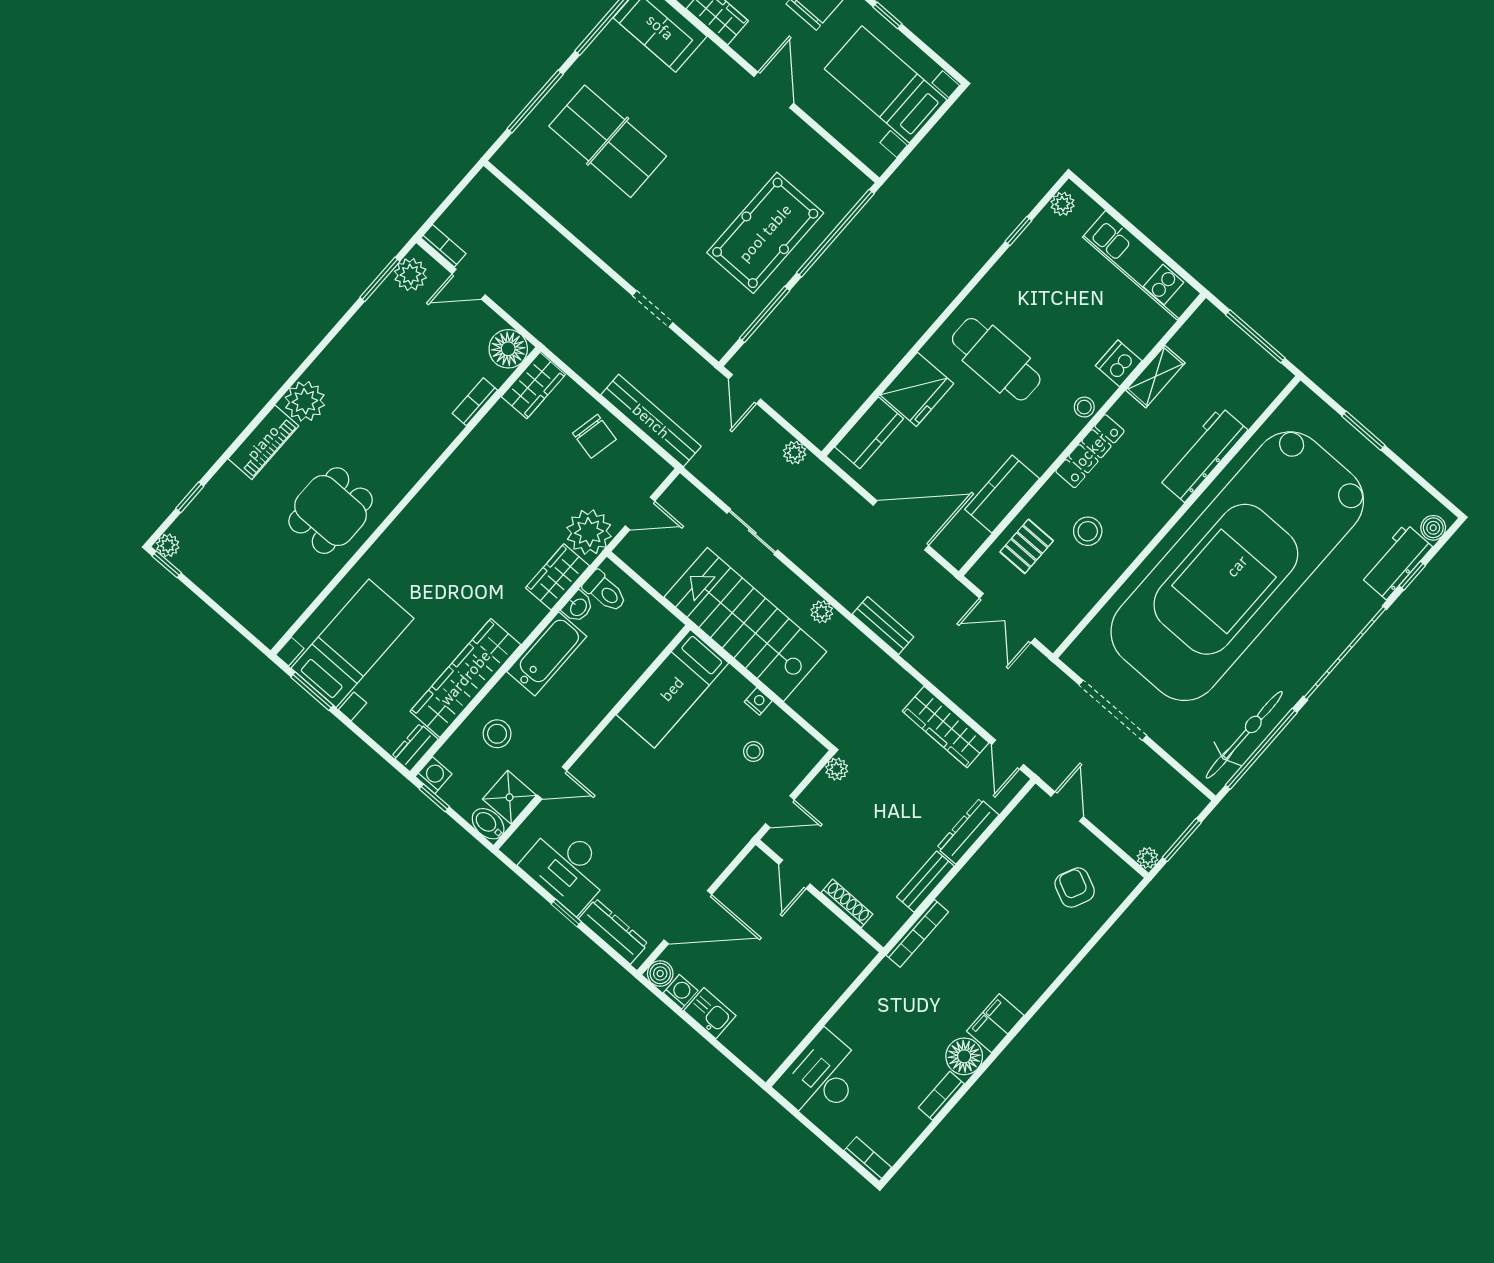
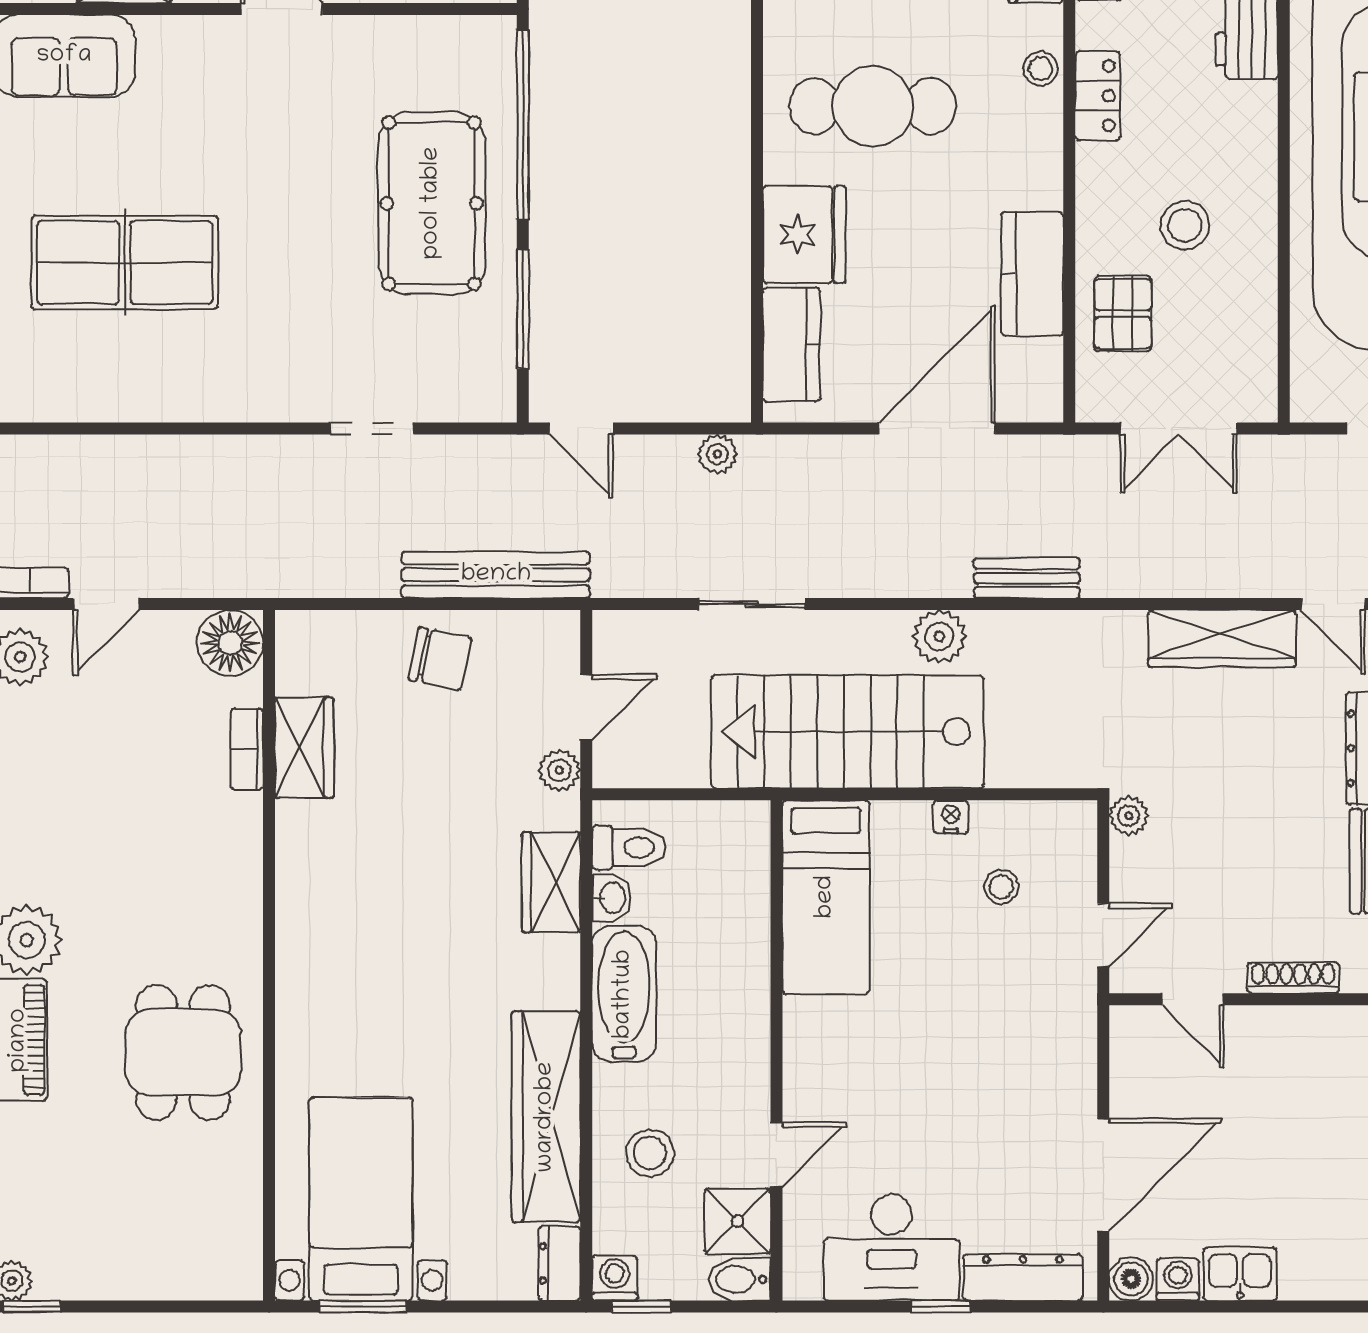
wardrobe: (533, 386) -> (304, 748), moved
locker: (1090, 451) -> (1098, 96), width x0.66
plant: (589, 532) -> (559, 770), width x0.53, depth x0.53
plant: (822, 612) -> (939, 637), width x1.38, depth x1.38

